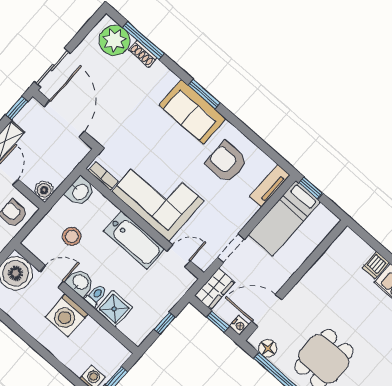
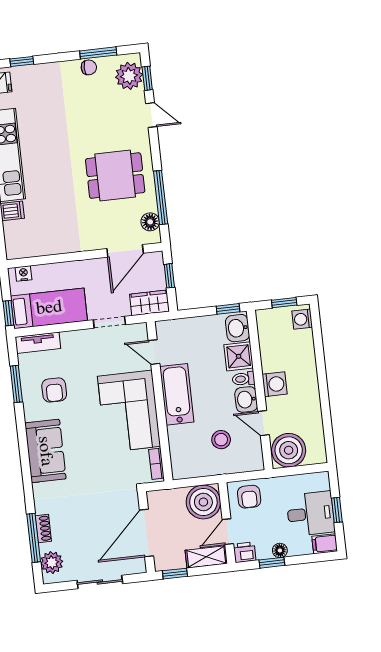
plant: (114, 40) -> (52, 563), width x0.73, depth x0.73
sliding door: (52, 68) -> (100, 582), moved
window: (204, 94) -> (16, 384), moved
armchair: (226, 162) -> (54, 390), width x0.72, depth x0.72
boiler: (44, 190) -> (203, 502), width x1.86, depth x1.86
washbasin: (80, 192) -> (238, 328), moved, turned -90
door: (267, 311) -> (125, 251), hinge flipped
washing machine: (67, 315) -> (275, 384), width x0.73, depth x0.73
window: (165, 323) -> (228, 309), moved
nightstand: (239, 325) -> (23, 273), moved

